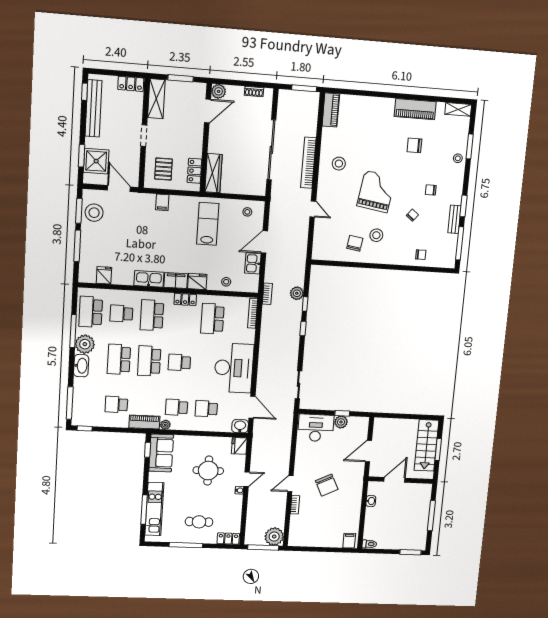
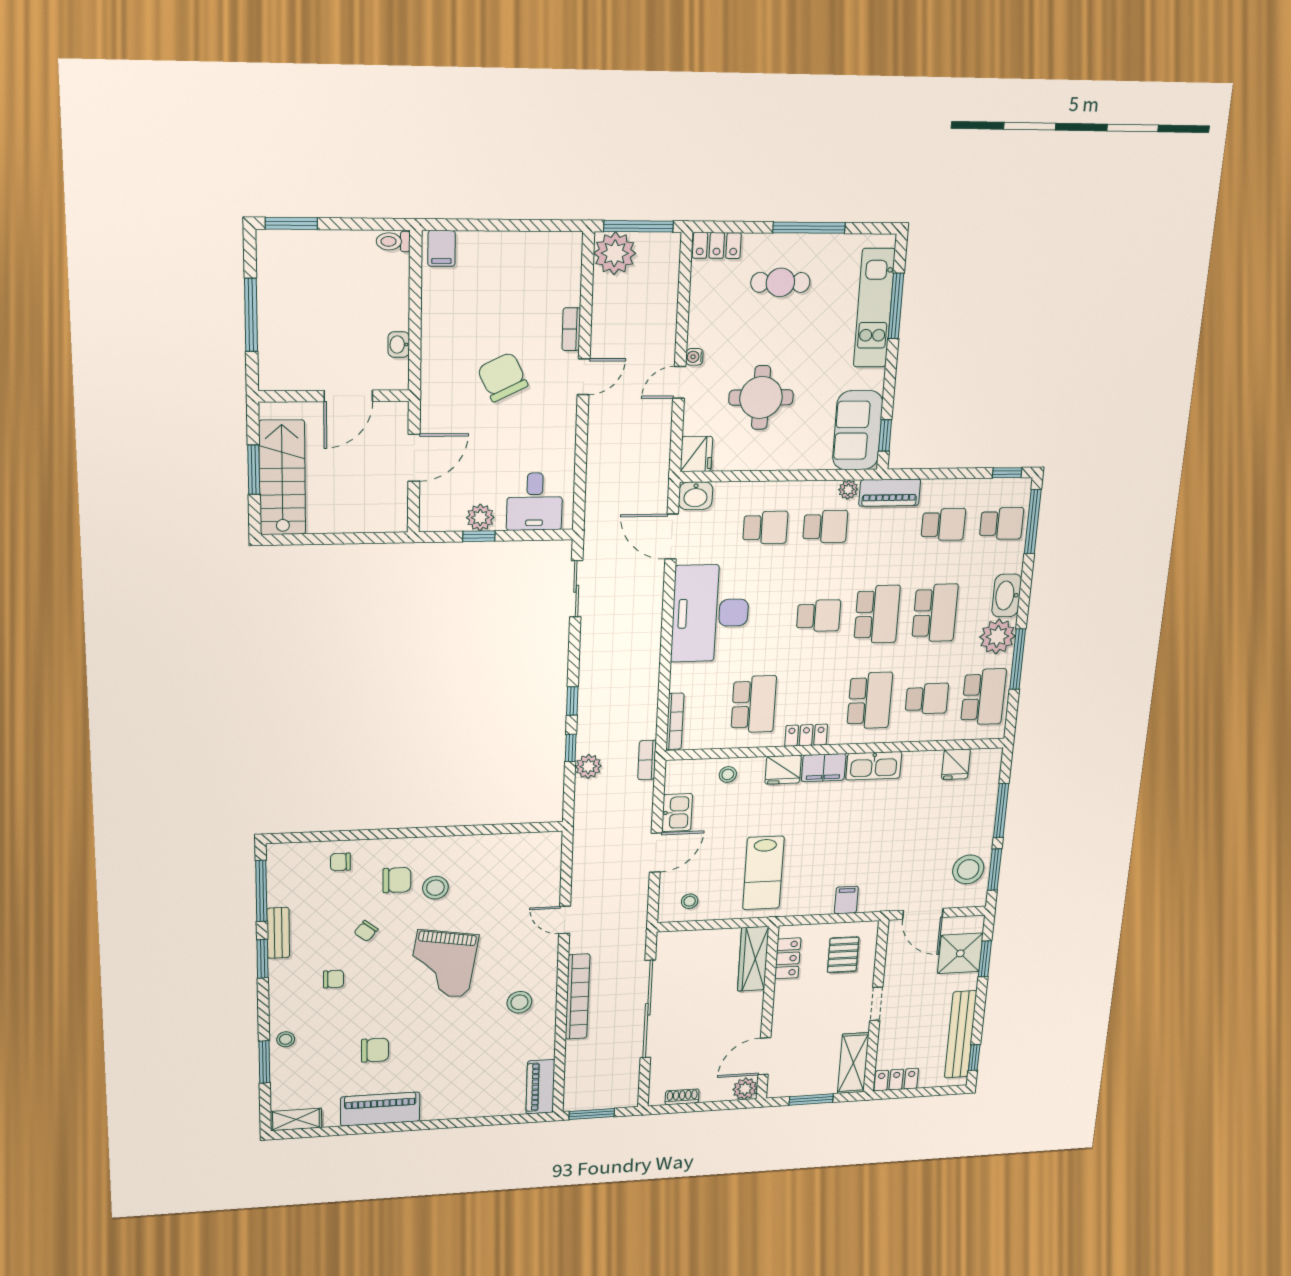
chair: (355, 243) -> (397, 880), moved, turned -99
school desk: (86, 403) -> (1001, 523), added
desk: (316, 428) -> (535, 502), width x0.73

